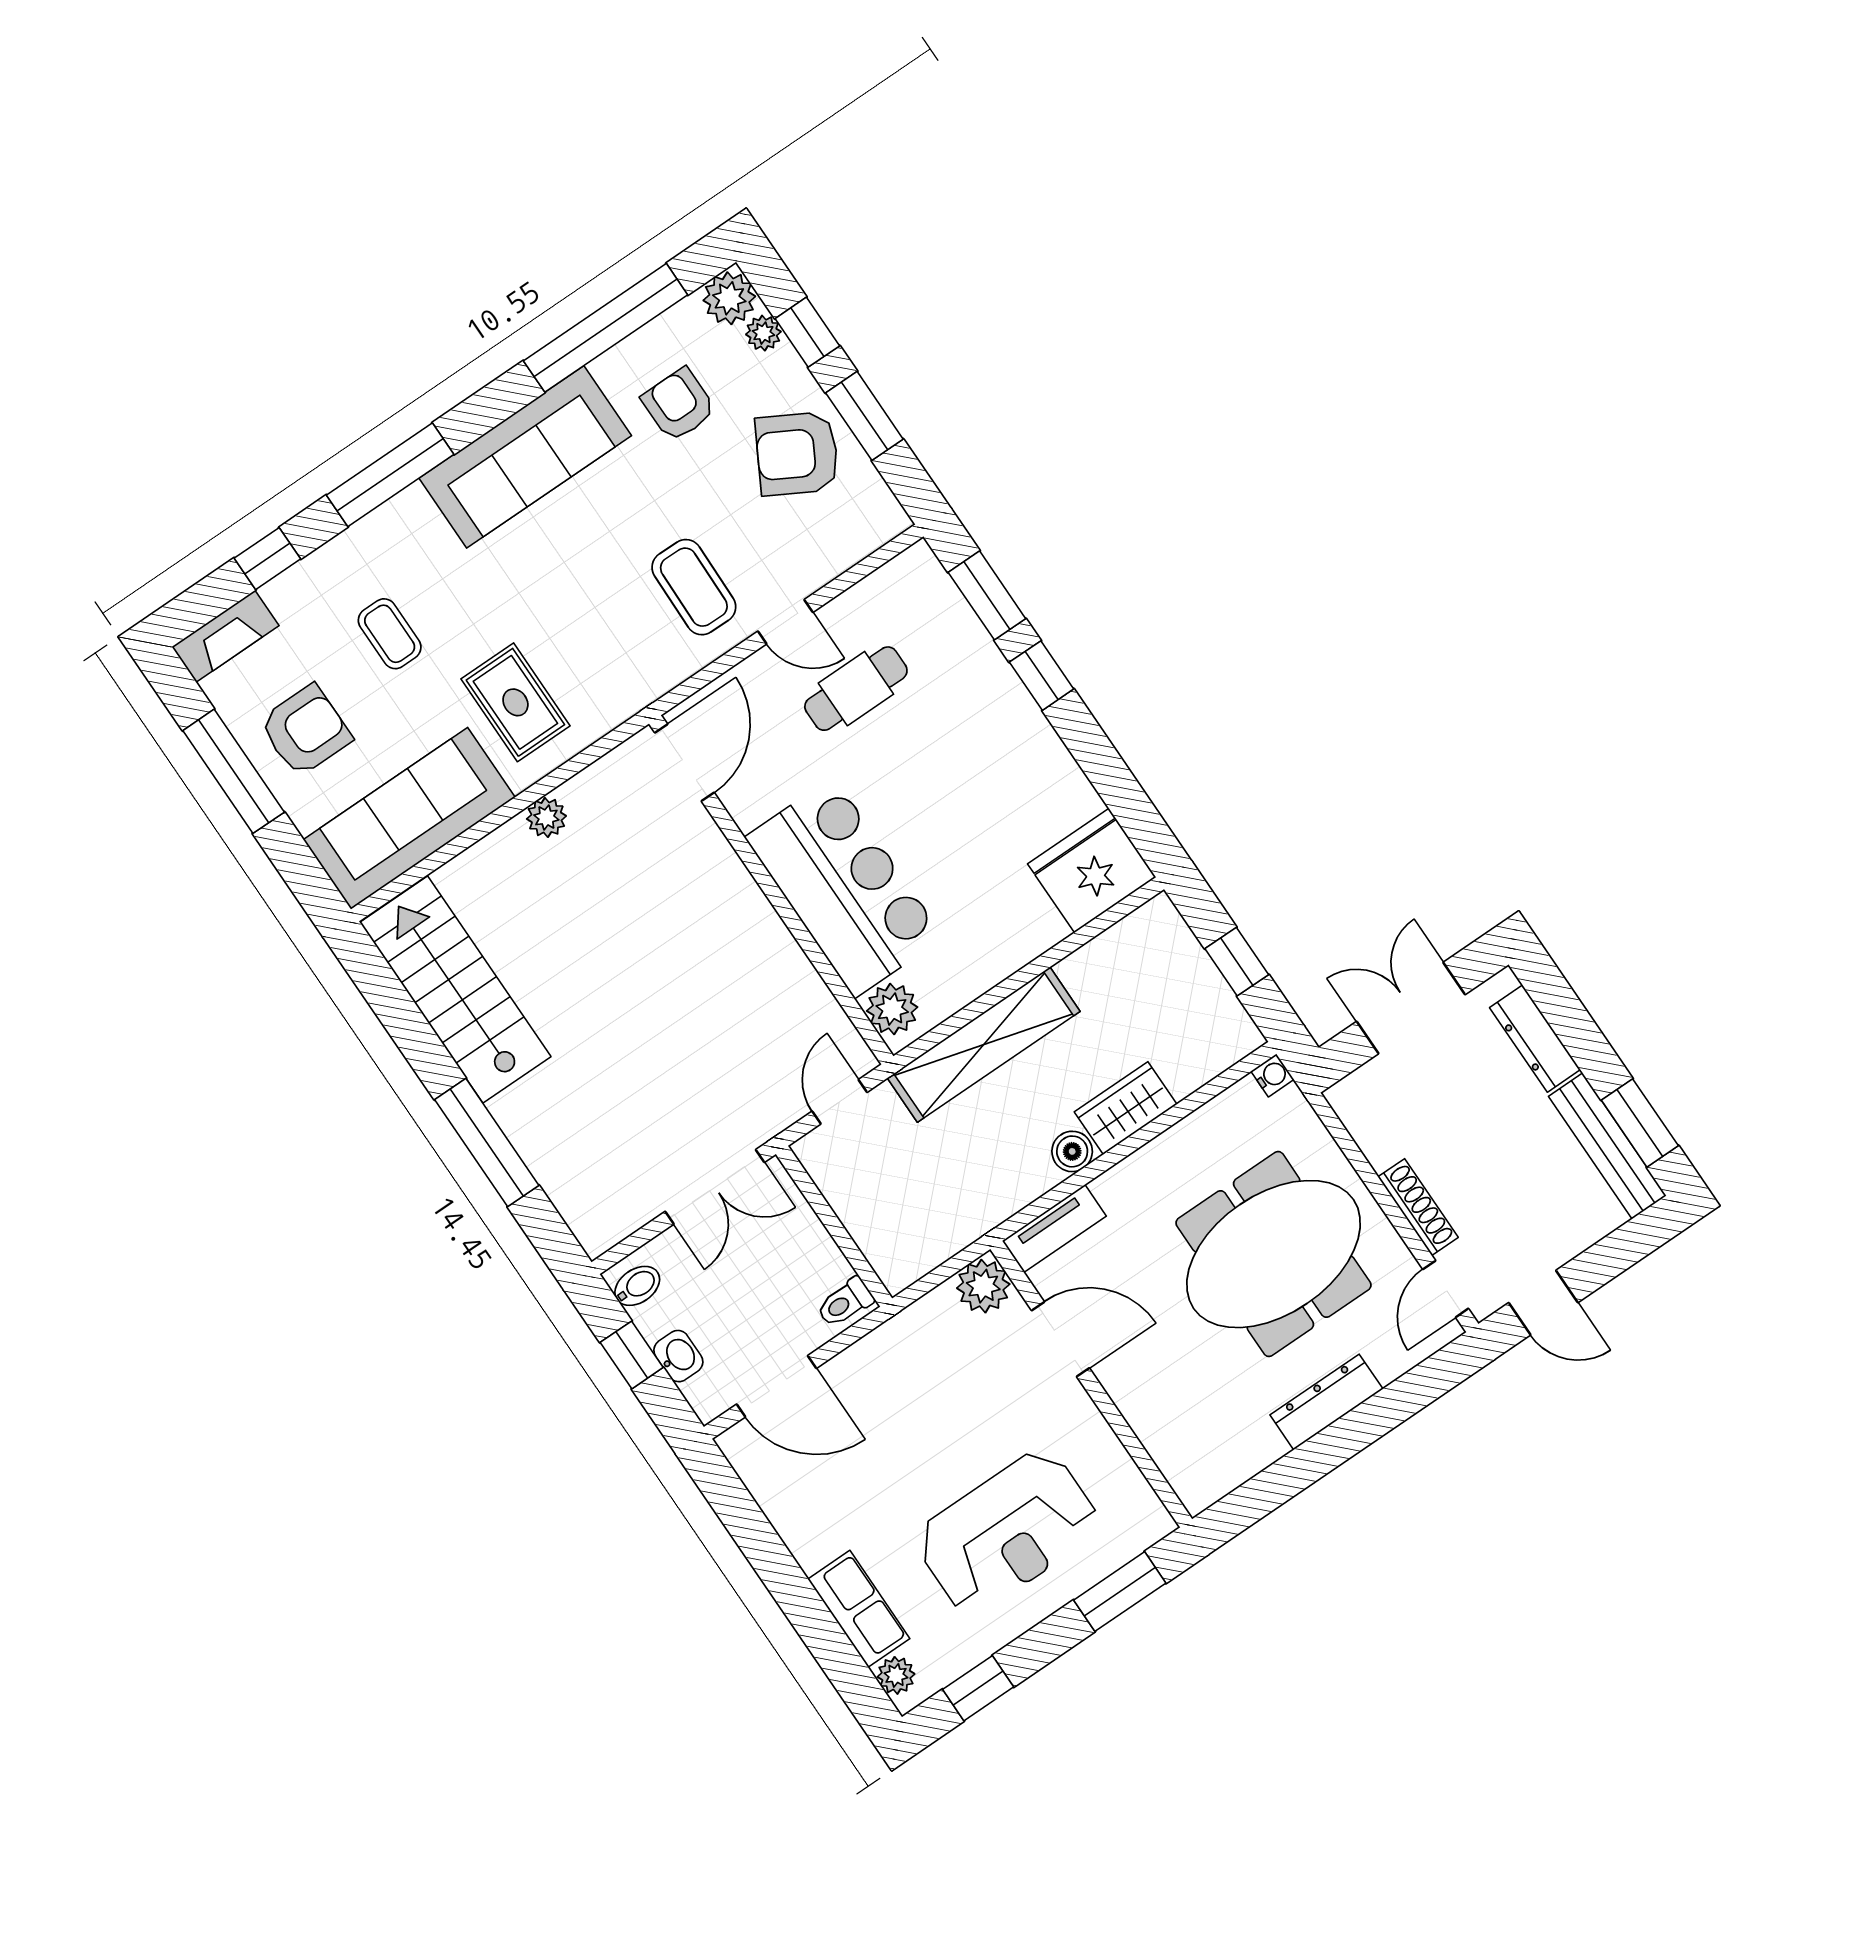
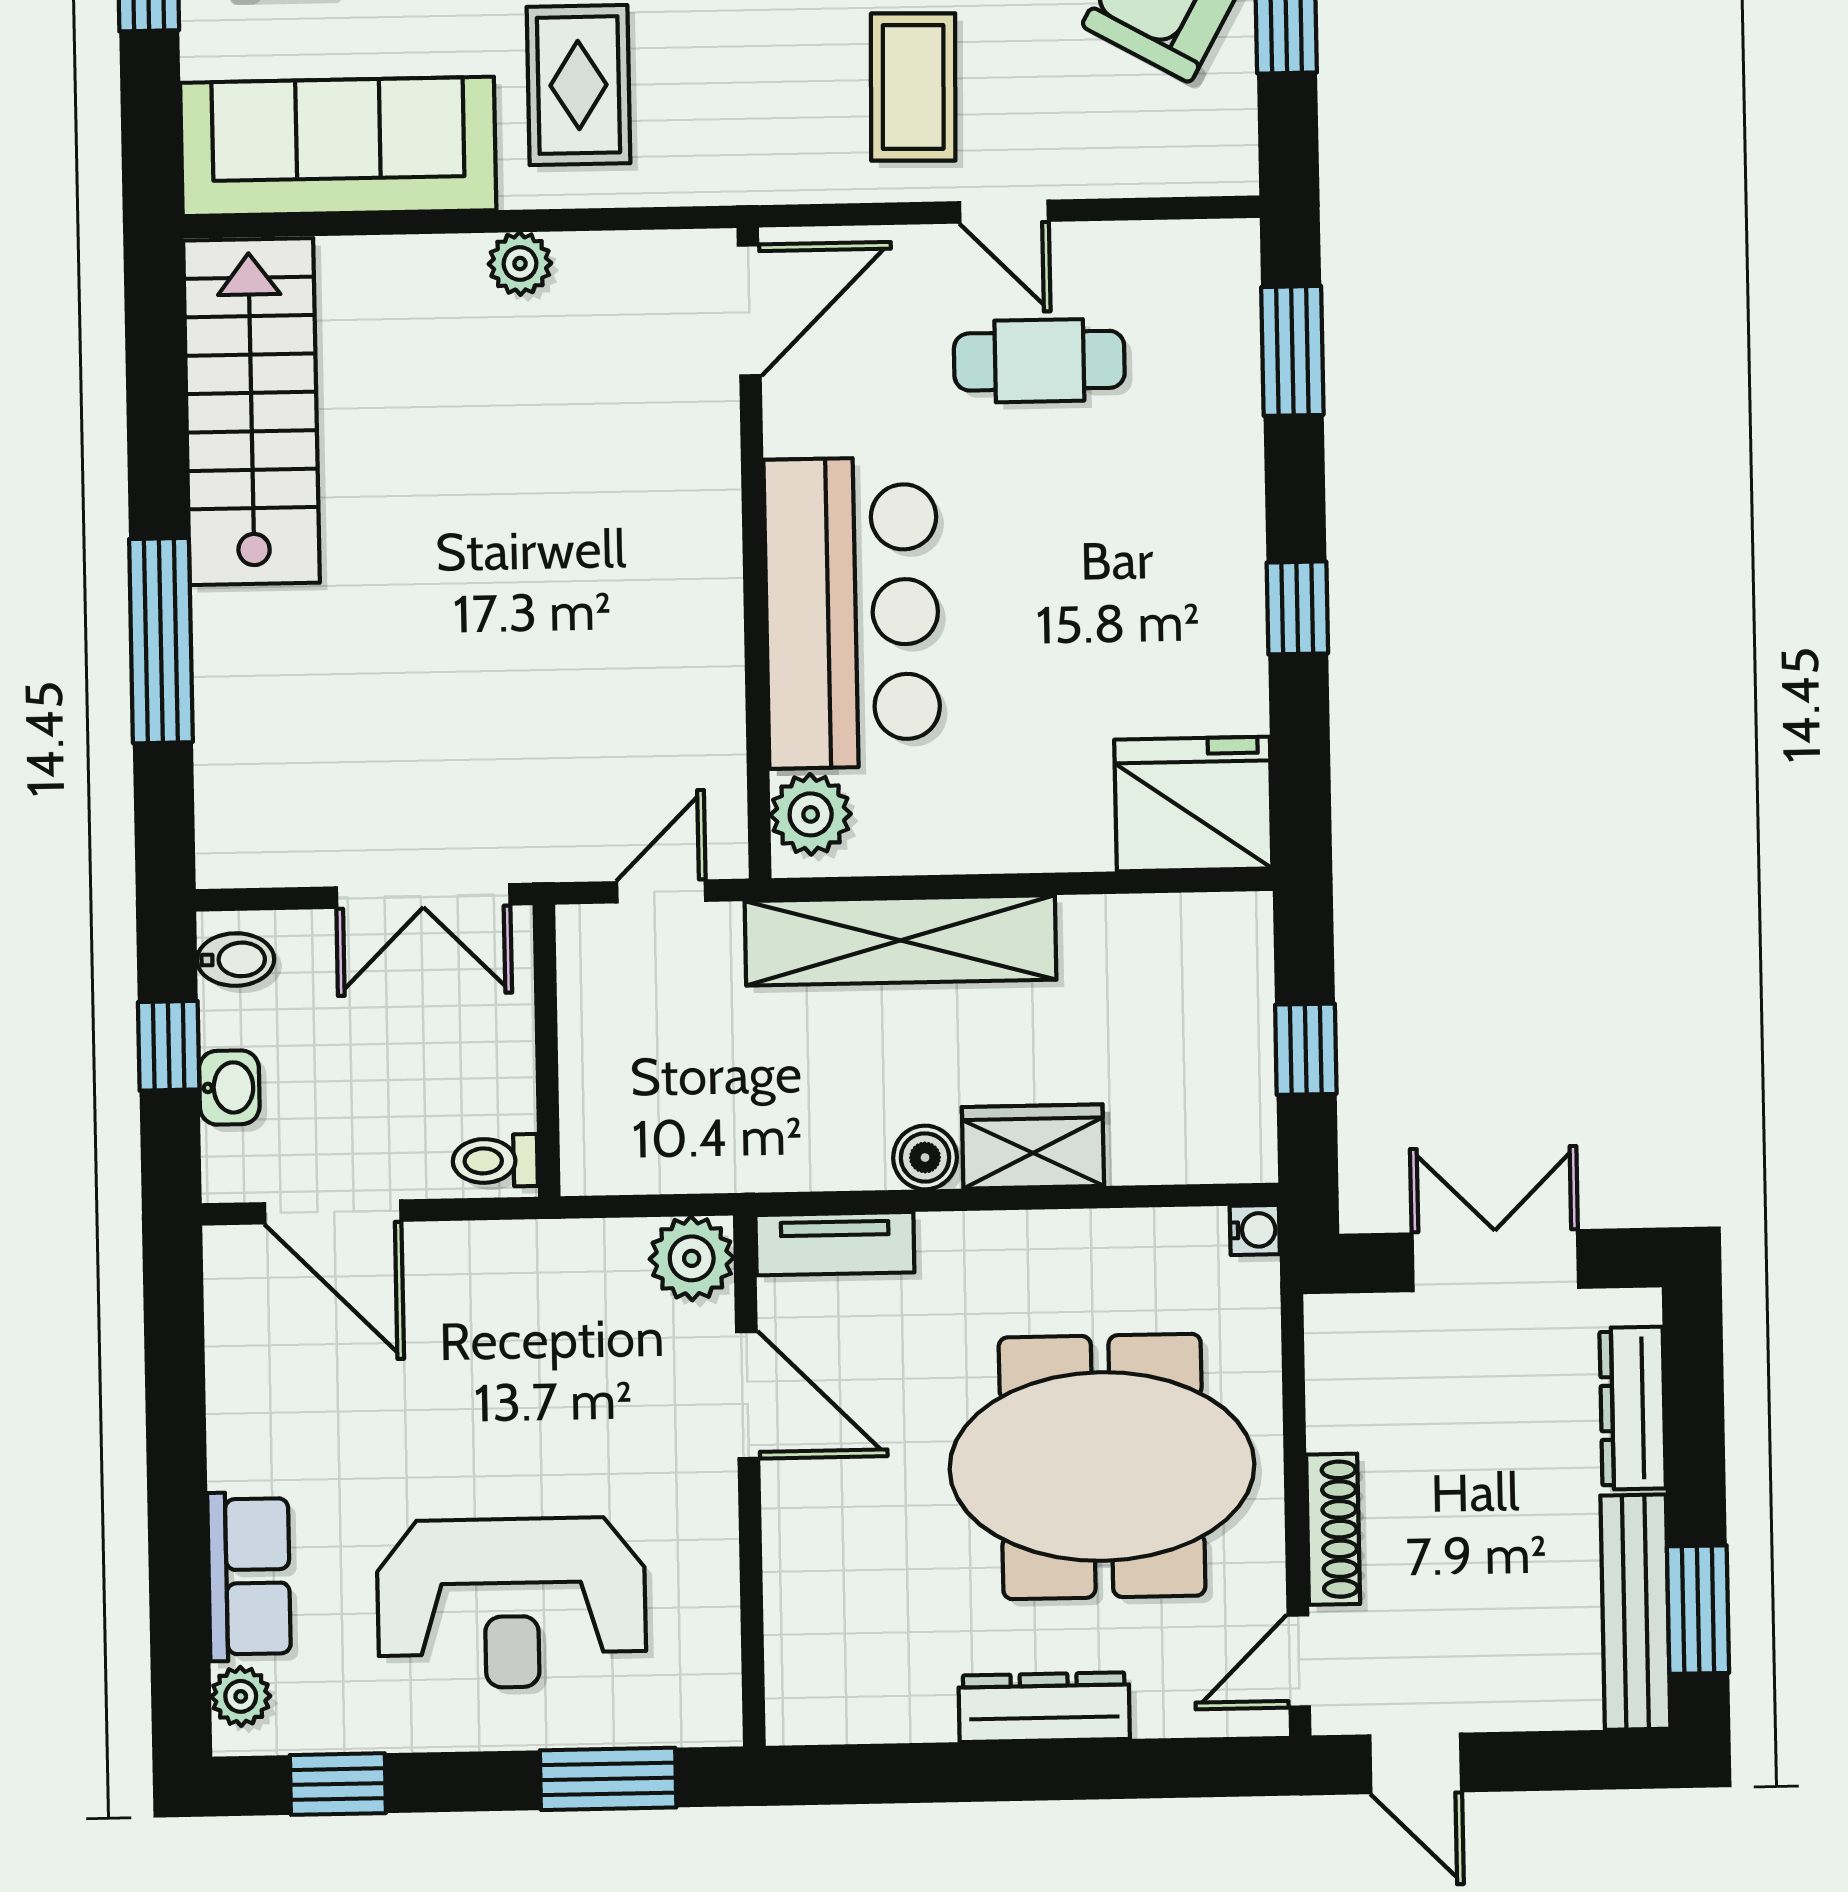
window: (1042, 676) -> (1297, 608), moved

